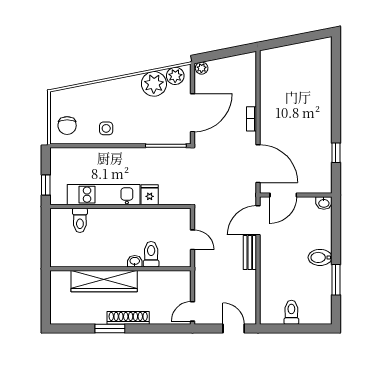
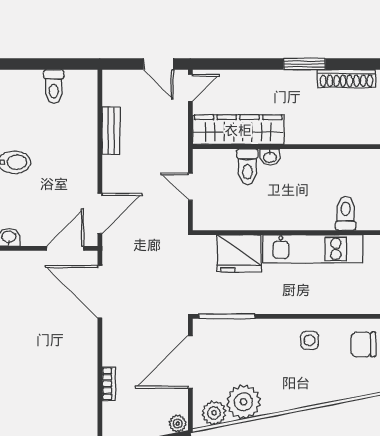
bookcase: (251, 119) -> (109, 384), moved
chair: (67, 126) -> (363, 344), turned -90
fridge: (150, 195) -> (239, 253), width x1.88, depth x1.34
bench: (250, 252) -> (111, 131), moved
wardrobe: (104, 281) -> (238, 130), moved
shoe rack: (128, 318) -> (346, 79), moved
door: (234, 329) -> (158, 64), moved

